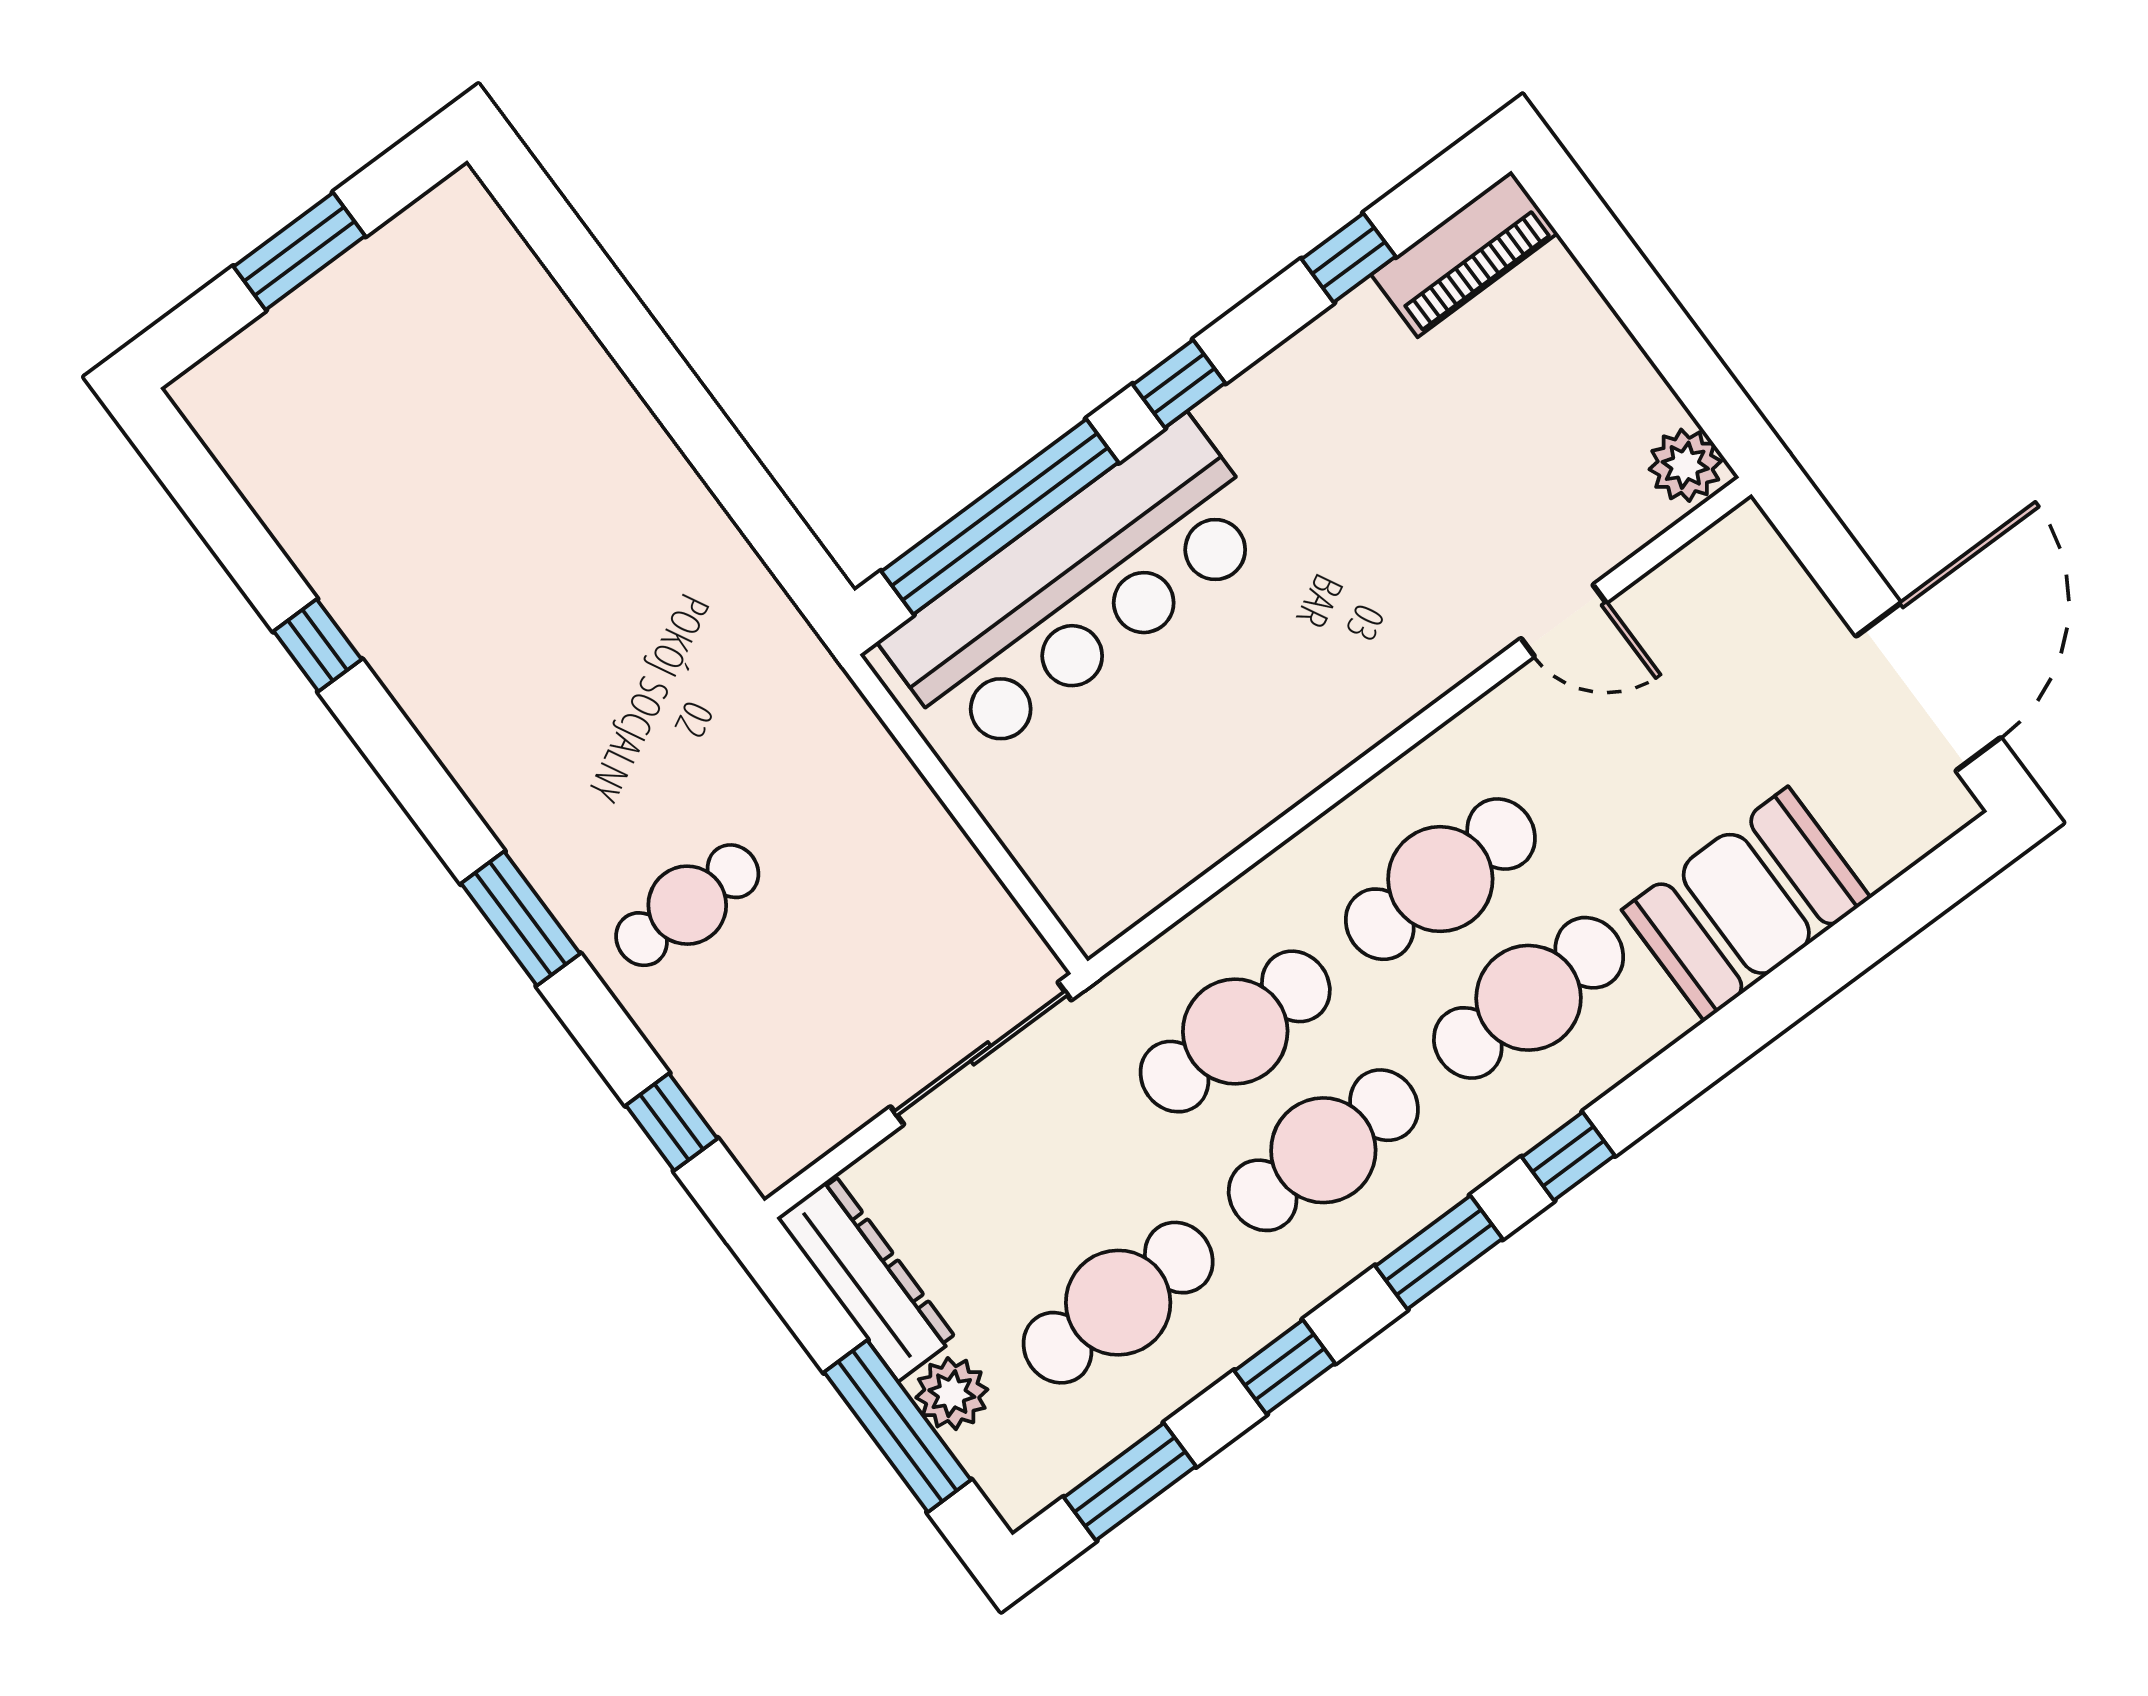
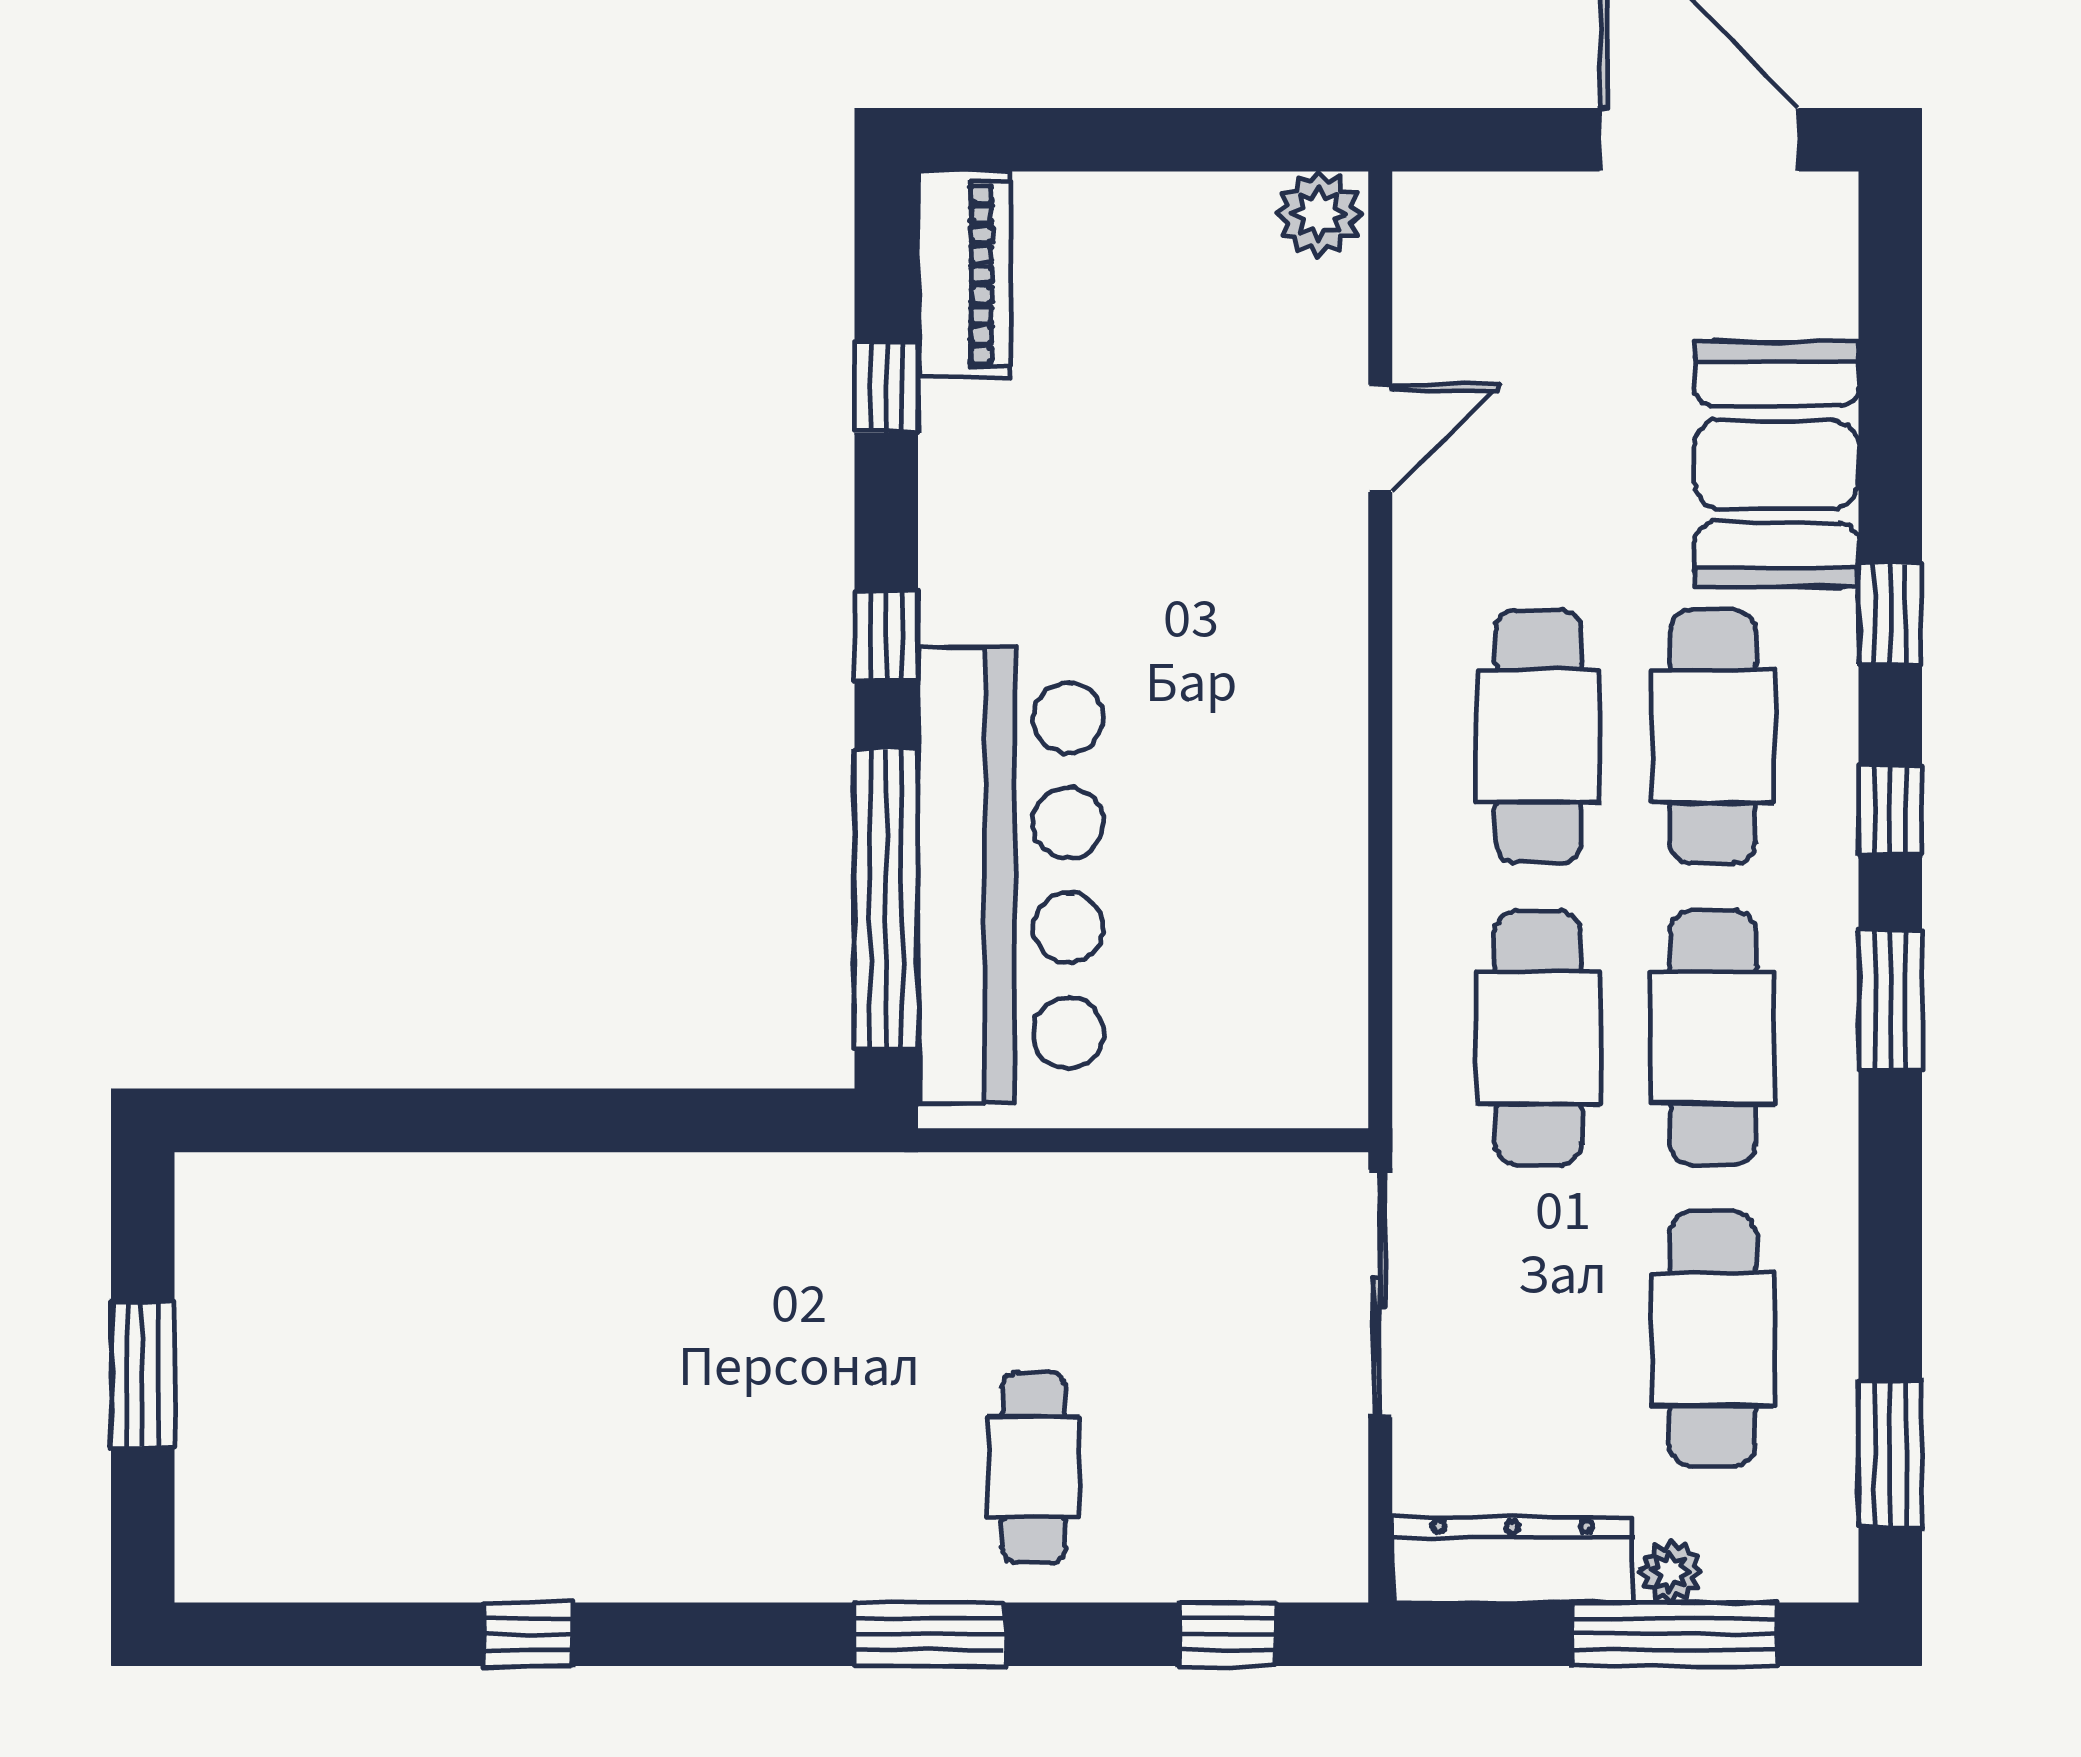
window: (1285, 1367) -> (1890, 614), moved
plant: (952, 1394) -> (1670, 1572), width x0.73, depth x0.73

